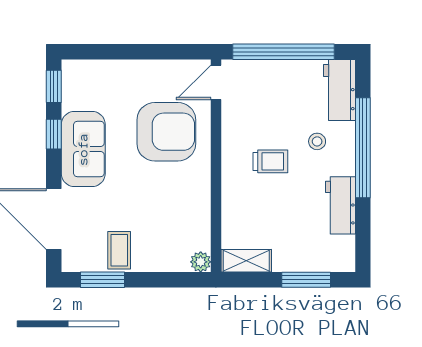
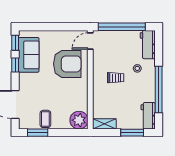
window: (363, 148) -> (159, 90), moved
sofa: (83, 149) -> (29, 55), moved
workbench: (340, 205) -> (148, 116), moved
plant: (201, 262) -> (79, 120), width x1.88, depth x1.88

